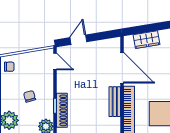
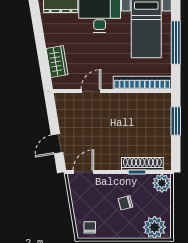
door: (78, 40) -> (57, 144), hinge flipped
door: (122, 68) -> (91, 91), width x0.53
bench: (115, 102) -> (132, 100), removed

